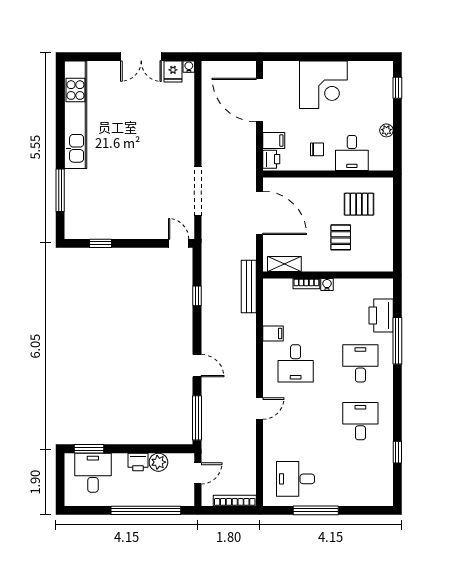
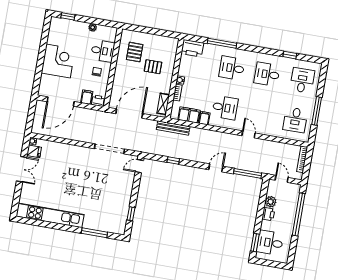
filing cabinet: (274, 308) -> (189, 115), added
printer: (381, 315) -> (192, 48), moved
desk: (360, 479) -> (302, 80), added

